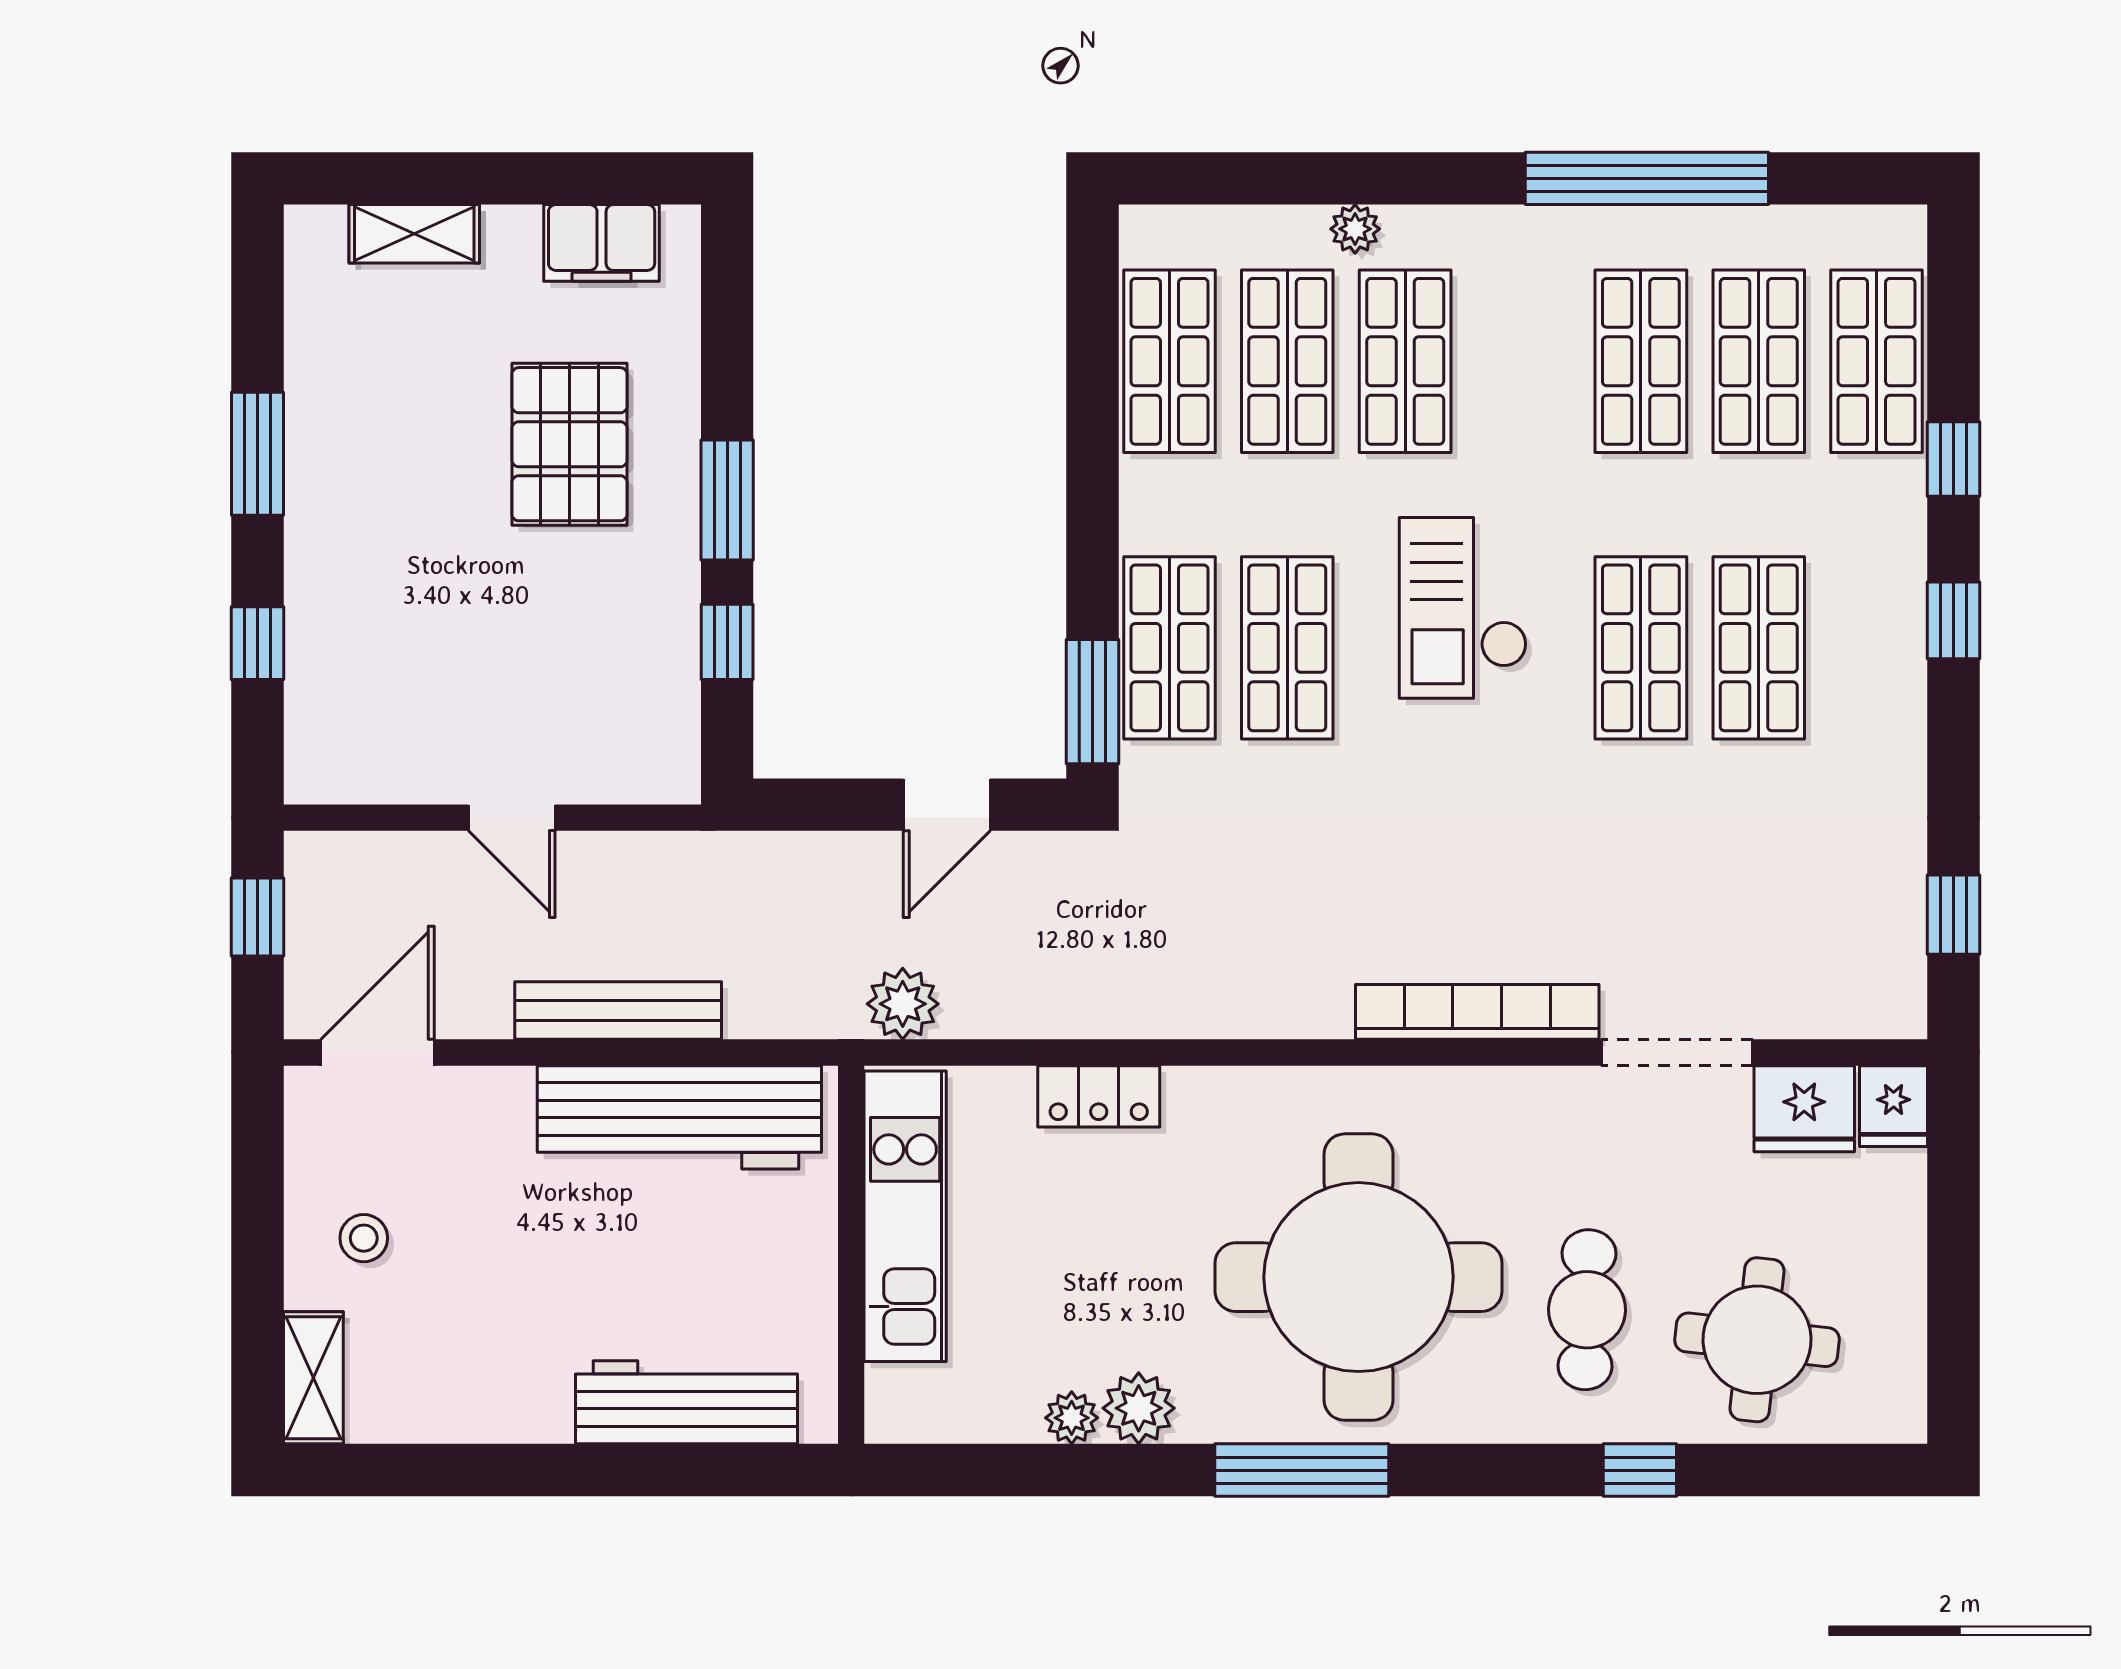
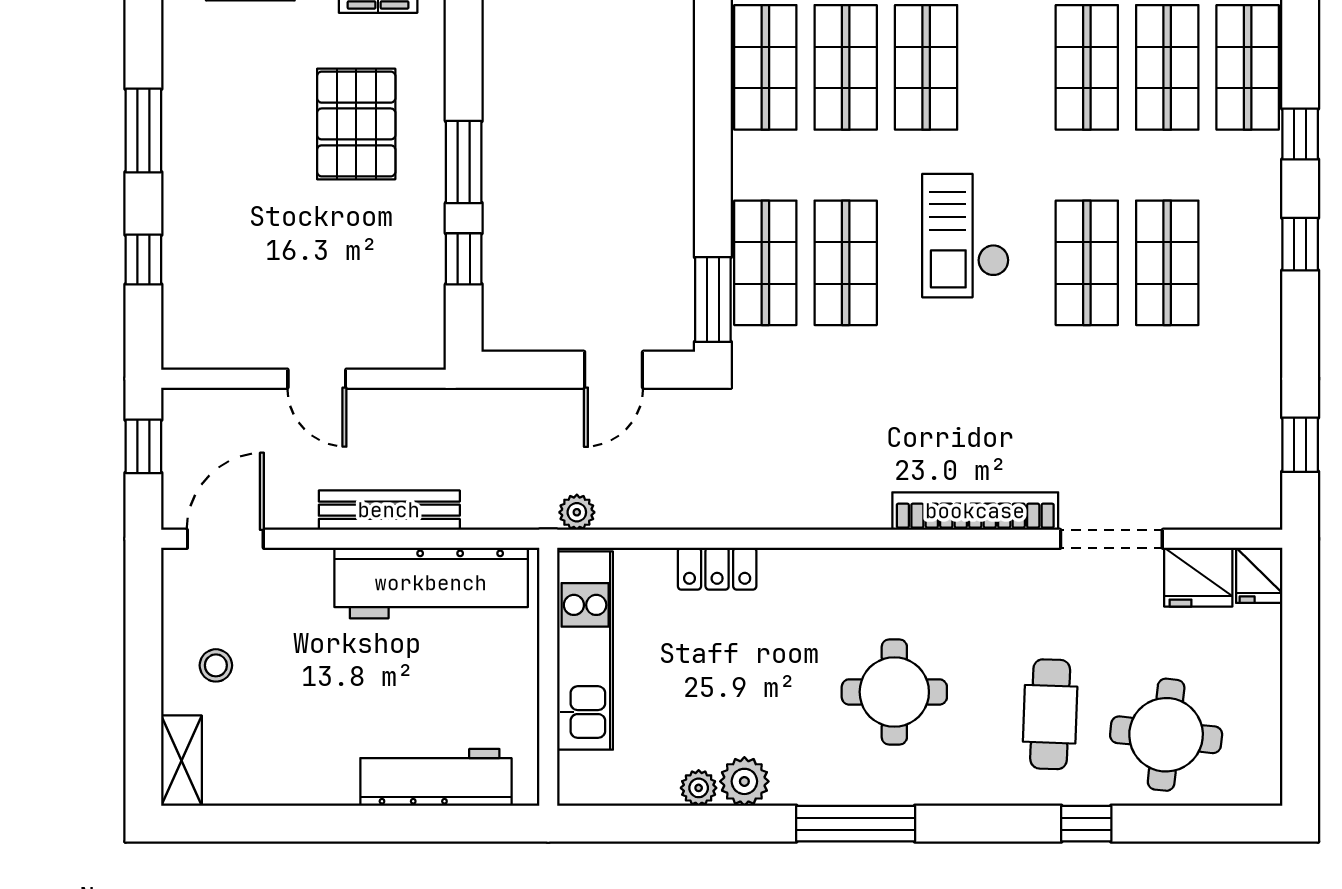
plant: (903, 1004) -> (577, 512), width x0.73, depth x0.73
round table: (1359, 1277) -> (894, 692), width x0.54, depth x0.54

